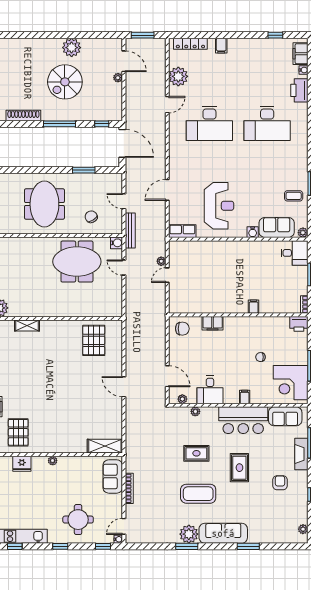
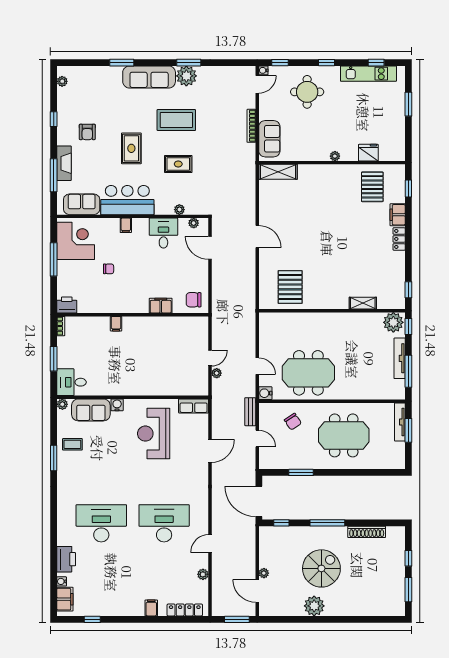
plant: (178, 76) -> (203, 574), width x0.53, depth x0.53
meeting table: (44, 204) -> (344, 435), turned 90
bench: (130, 231) -> (250, 412), width x0.73

